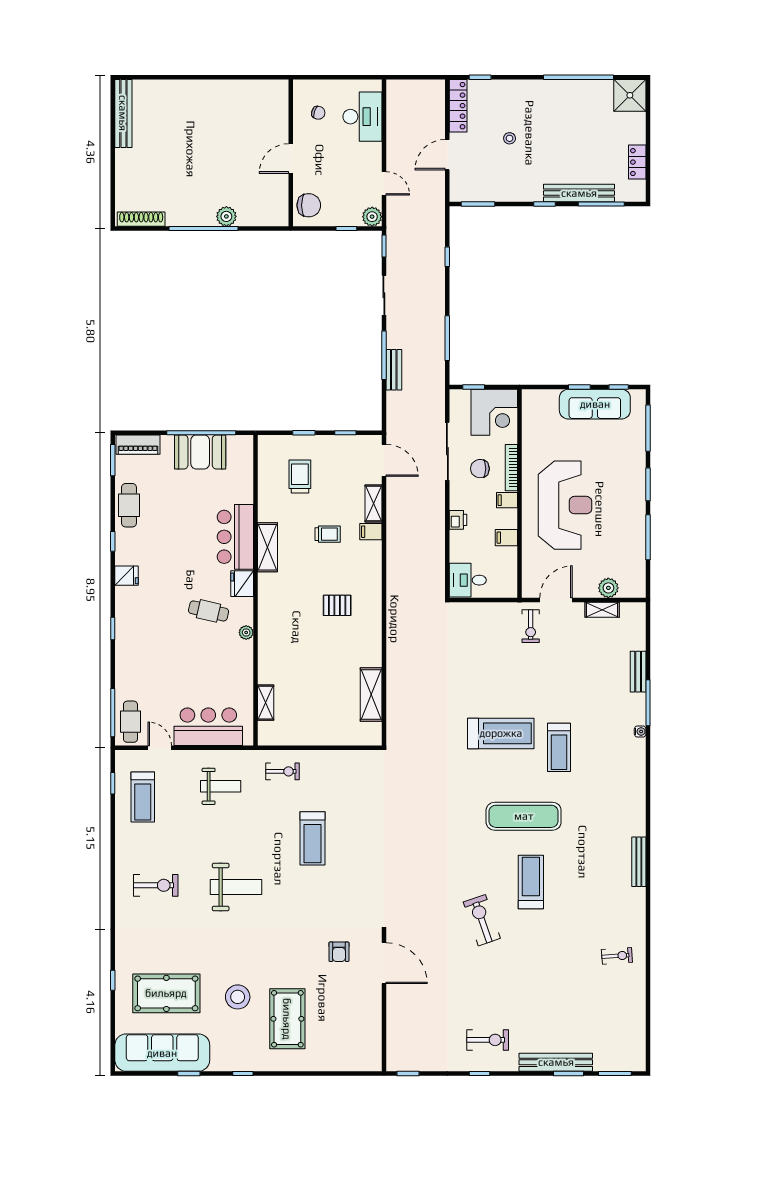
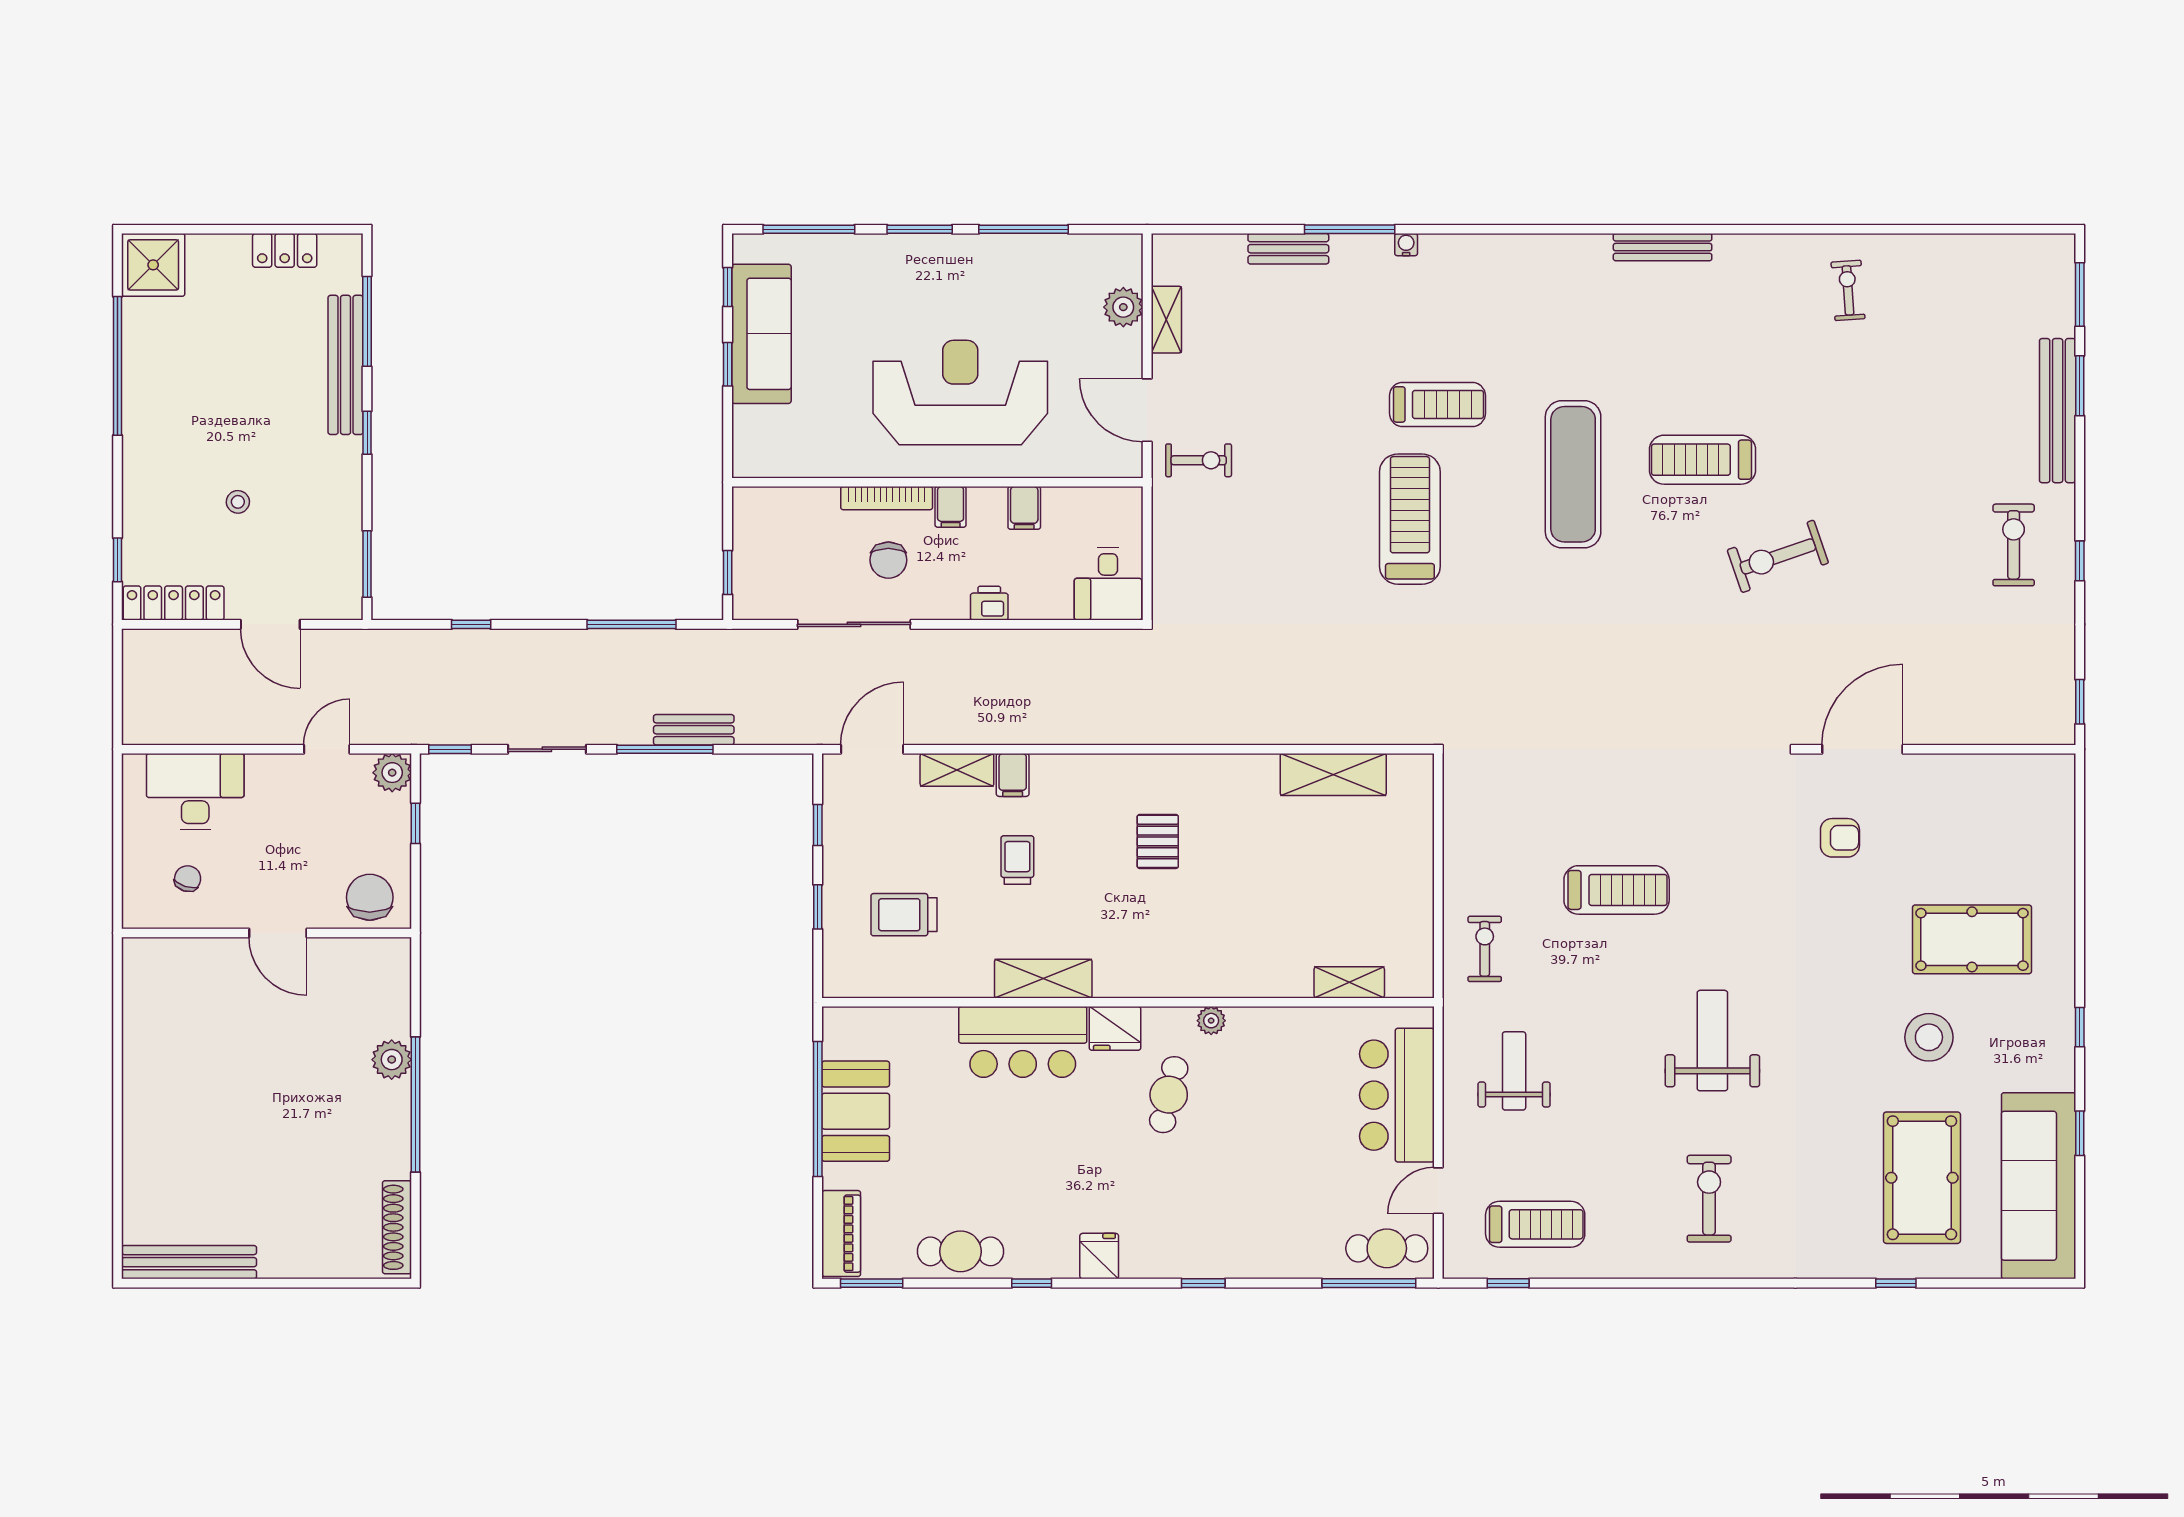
corner desk: (494, 412) -> (777, 532), removed

